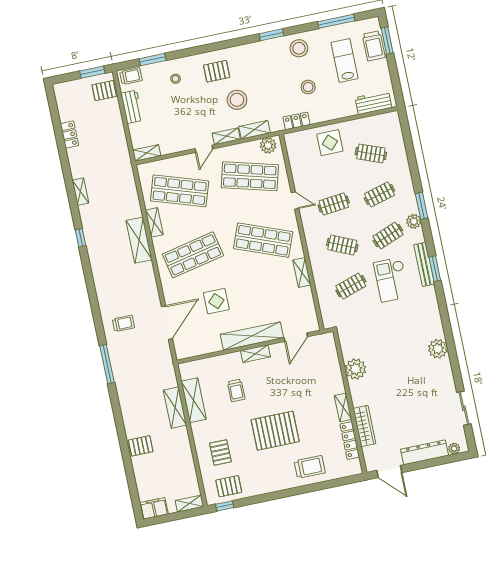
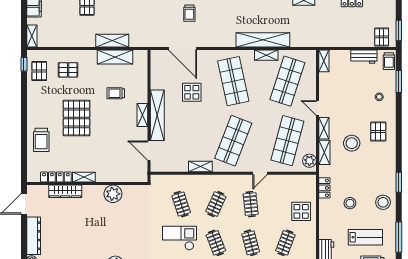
shelving: (139, 240) -> (263, 40), width x1.47

